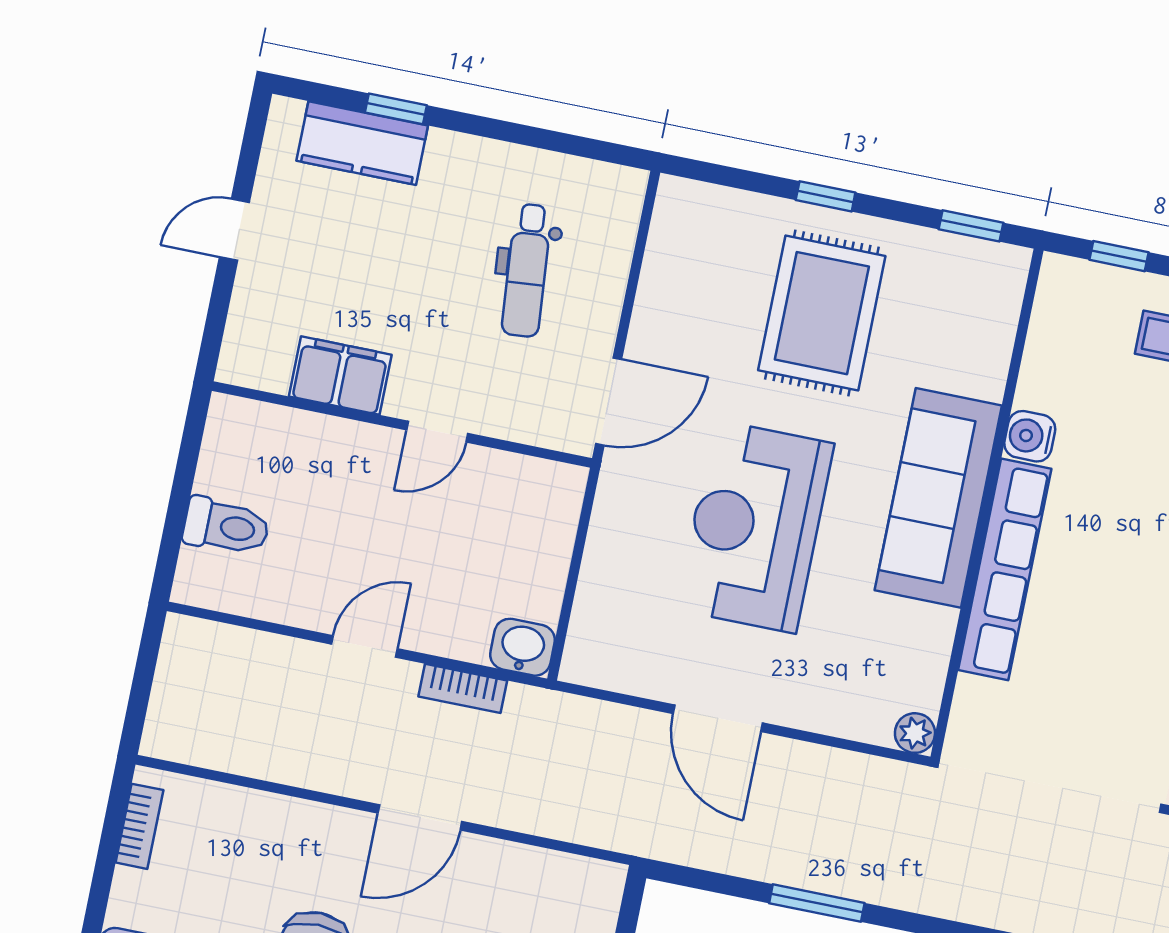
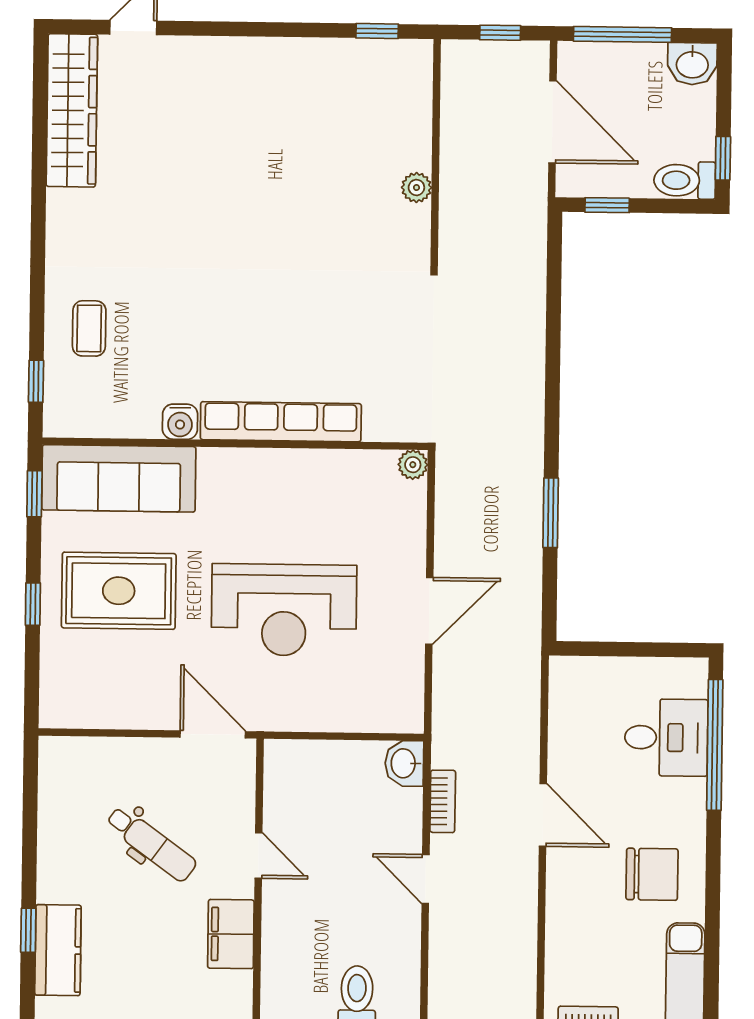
dental chair: (527, 270) -> (151, 844), moved, turned 41
sofa: (938, 498) -> (119, 478), moved

